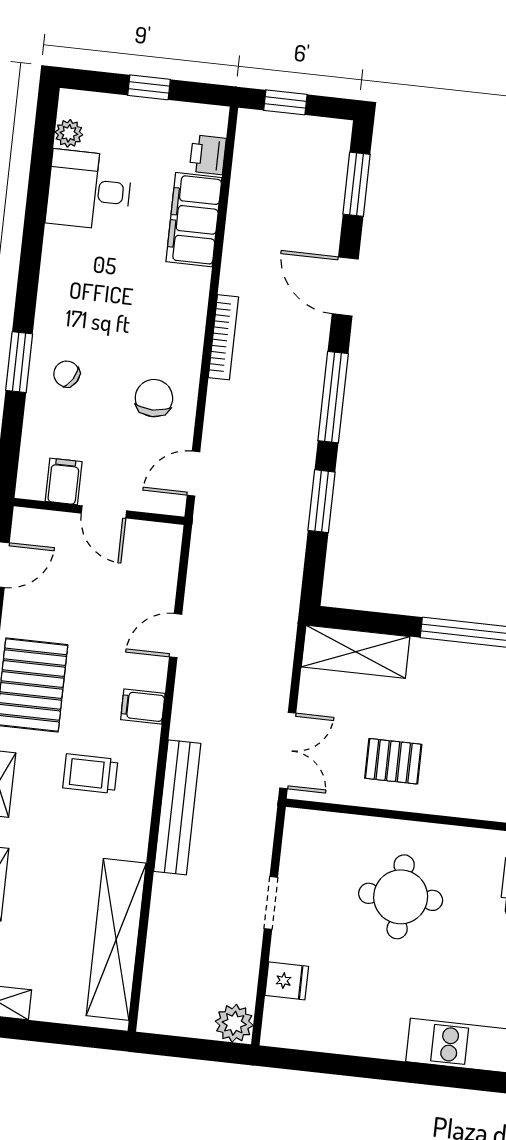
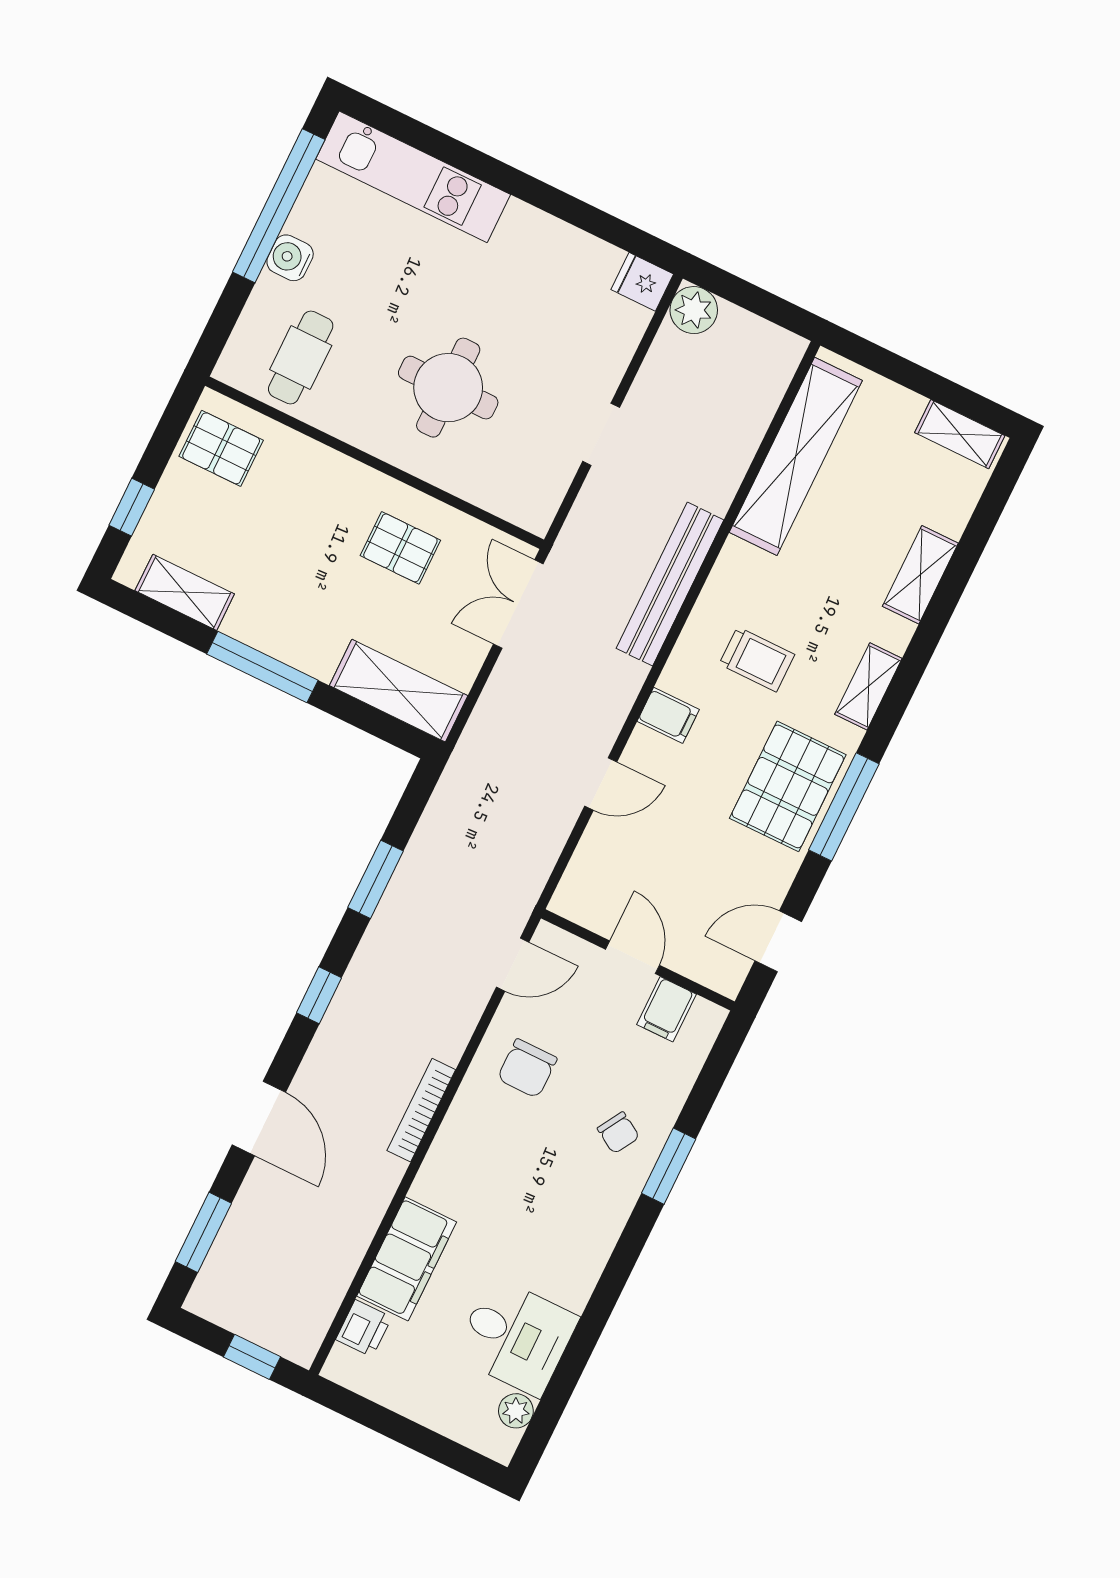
window: (149, 87) -> (404, 1431), removed
window: (333, 397) -> (319, 995), width x0.46
fridge: (287, 981) -> (642, 282), moved

